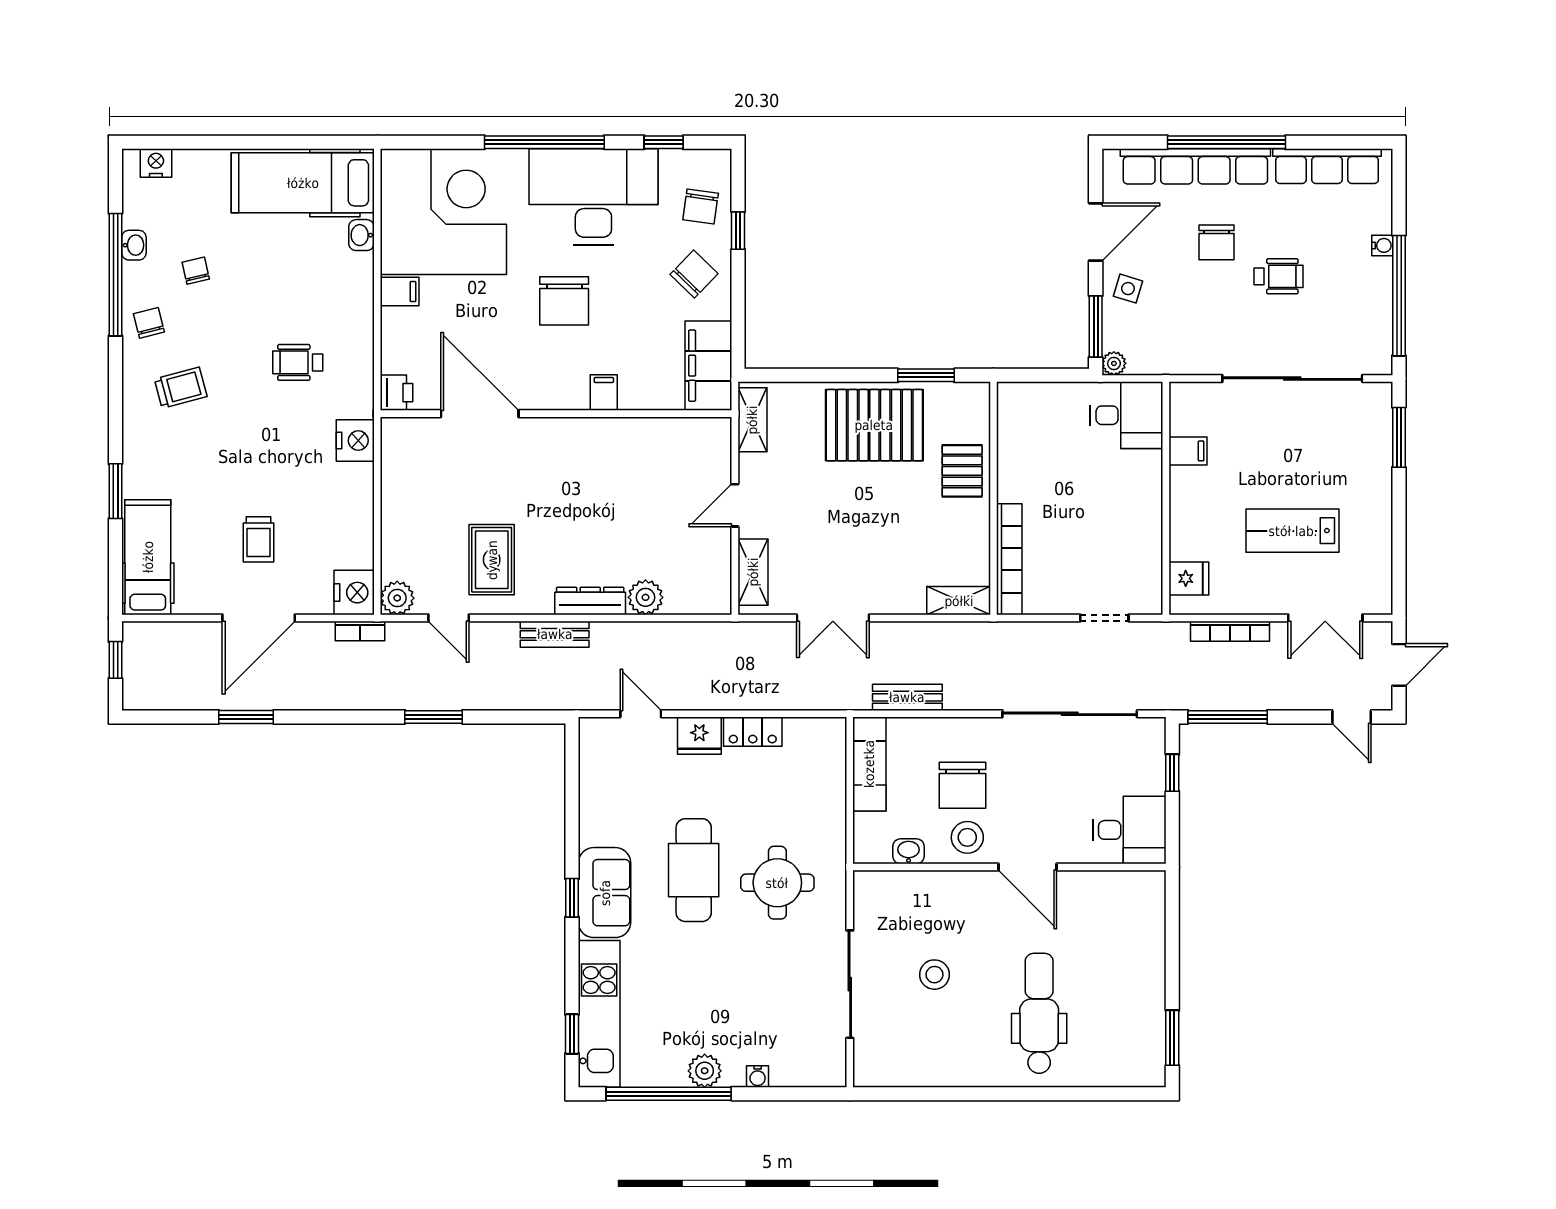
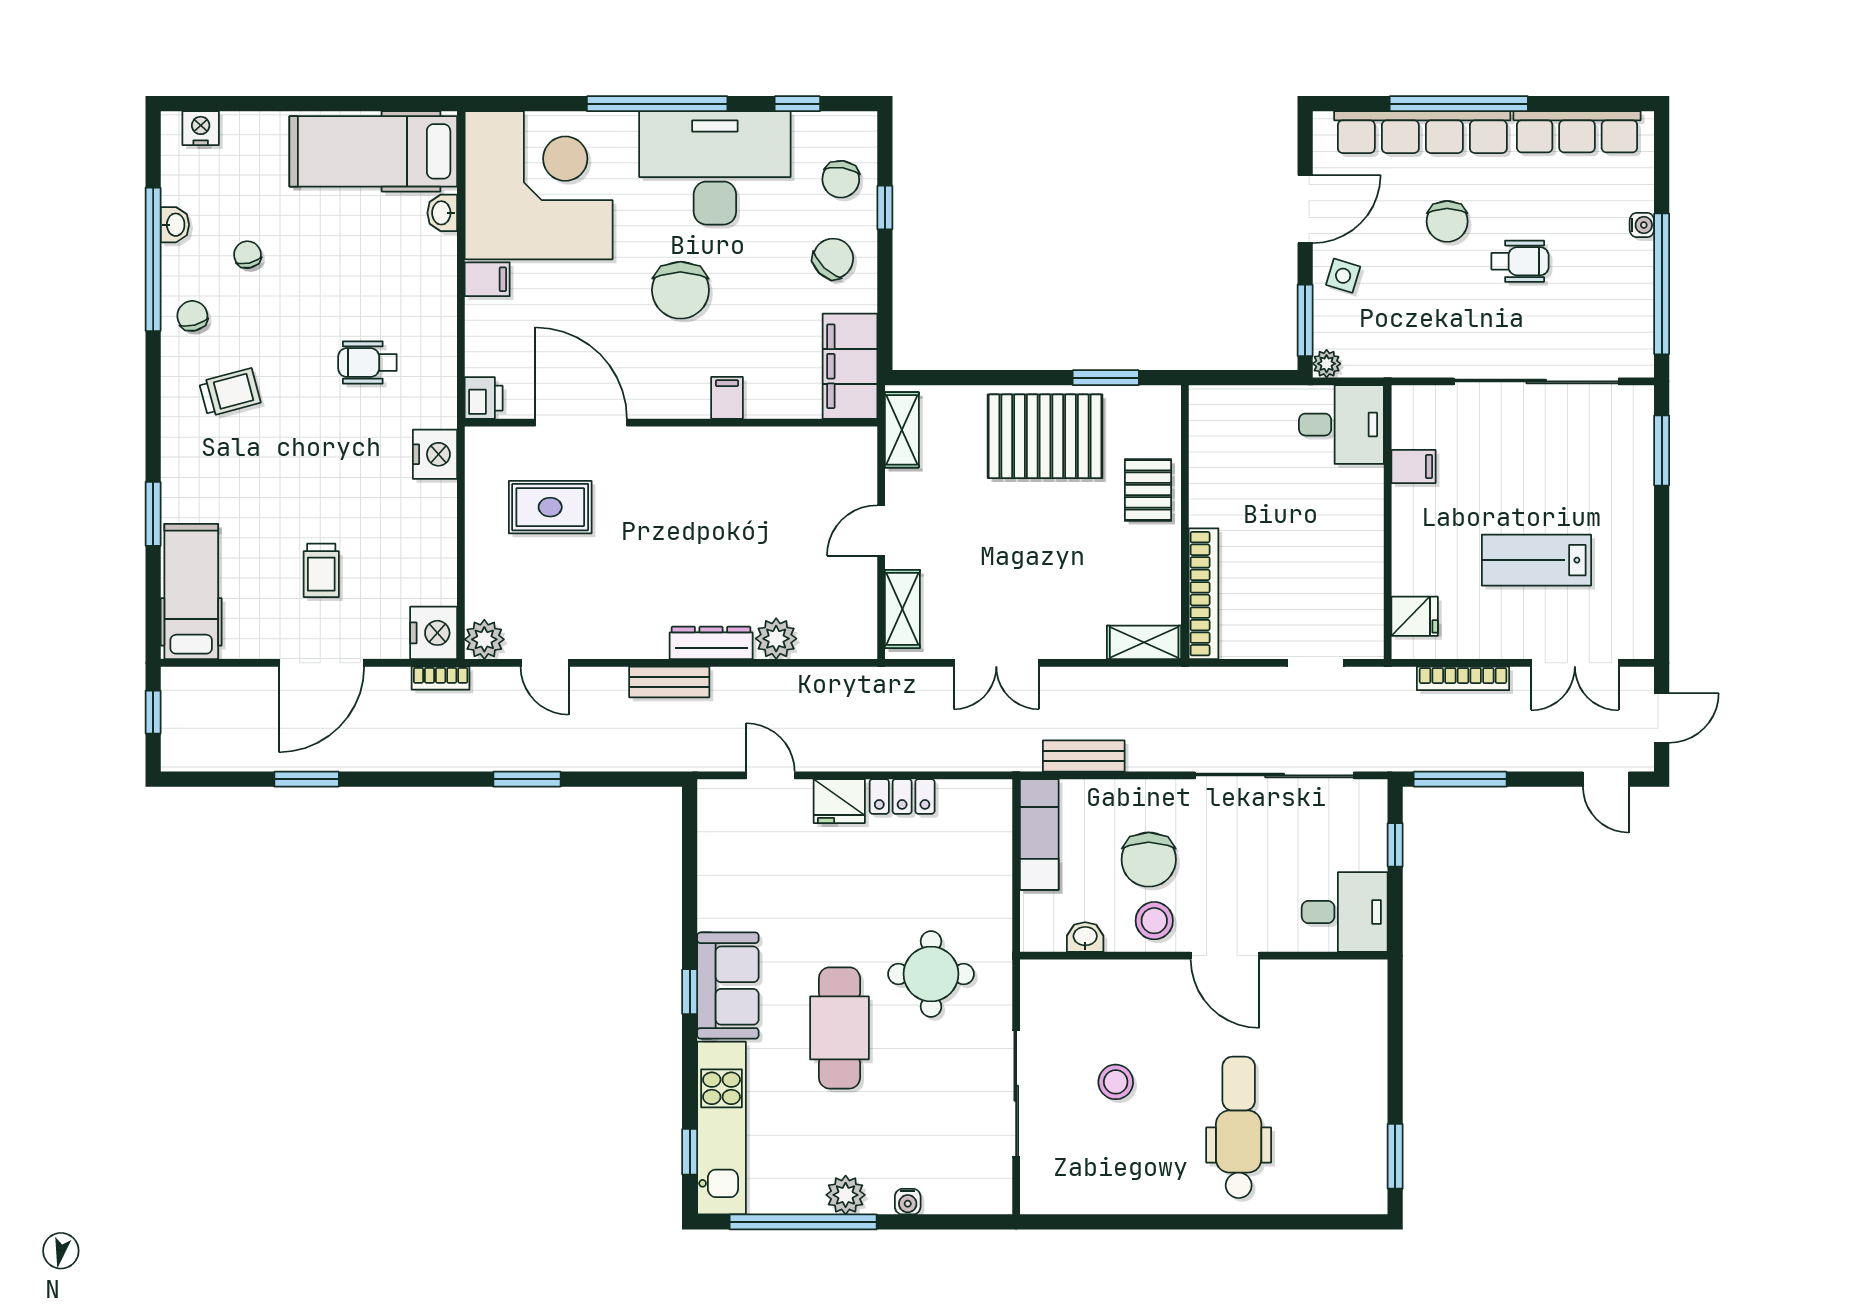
rug: (492, 560) -> (550, 507), moved, turned 90
cafe table: (694, 870) -> (839, 1028), moved

